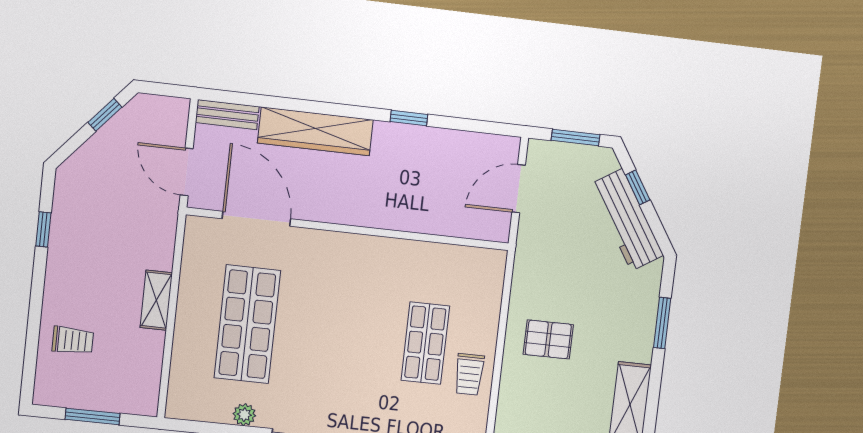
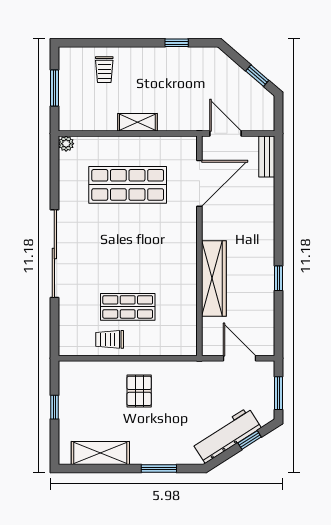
wardrobe: (315, 131) -> (214, 278), moved, turned 180
door: (187, 172) -> (225, 133), hinge flipped
plant: (244, 415) -> (66, 144), moved

